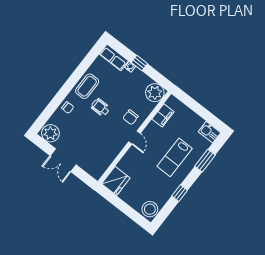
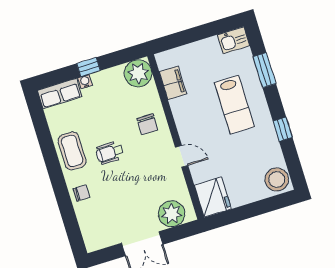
plant: (50, 133) -> (172, 214), moved
door: (135, 137) -> (182, 156), moved

